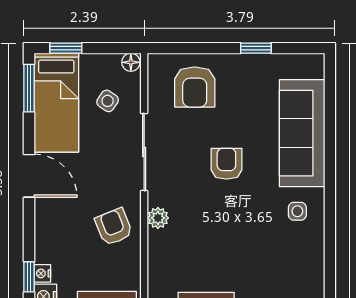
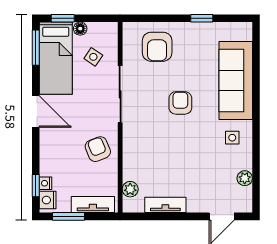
floor lamp: (131, 62) -> (80, 29), moved
plant: (158, 218) -> (130, 189), moved
plant: (314, 267) -> (245, 178), added

